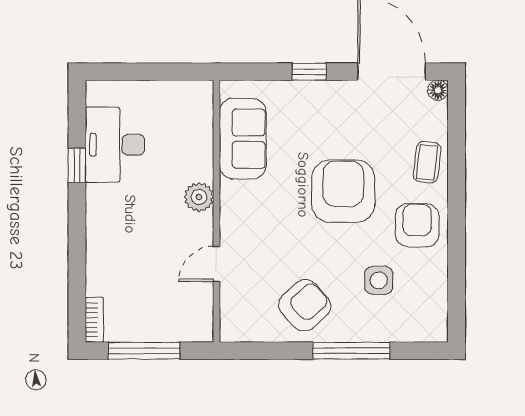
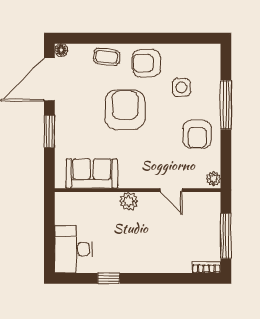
window: (309, 72) -> (49, 131), width x1.50
desk: (115, 145) -> (73, 249), moved, turned 90
armchair: (343, 191) -> (125, 110), turned 90
armchair: (305, 305) -> (197, 134), turned -138
plant: (234, 331) -> (213, 179), added

